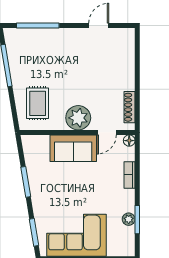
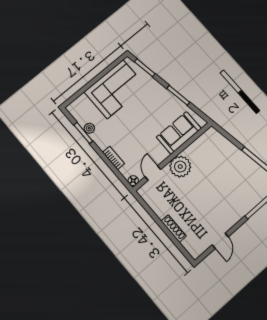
rug: (38, 103) -> (215, 153), removed
shoe rack: (130, 107) -> (174, 229), moved
sofa: (73, 148) -> (179, 133), moved

